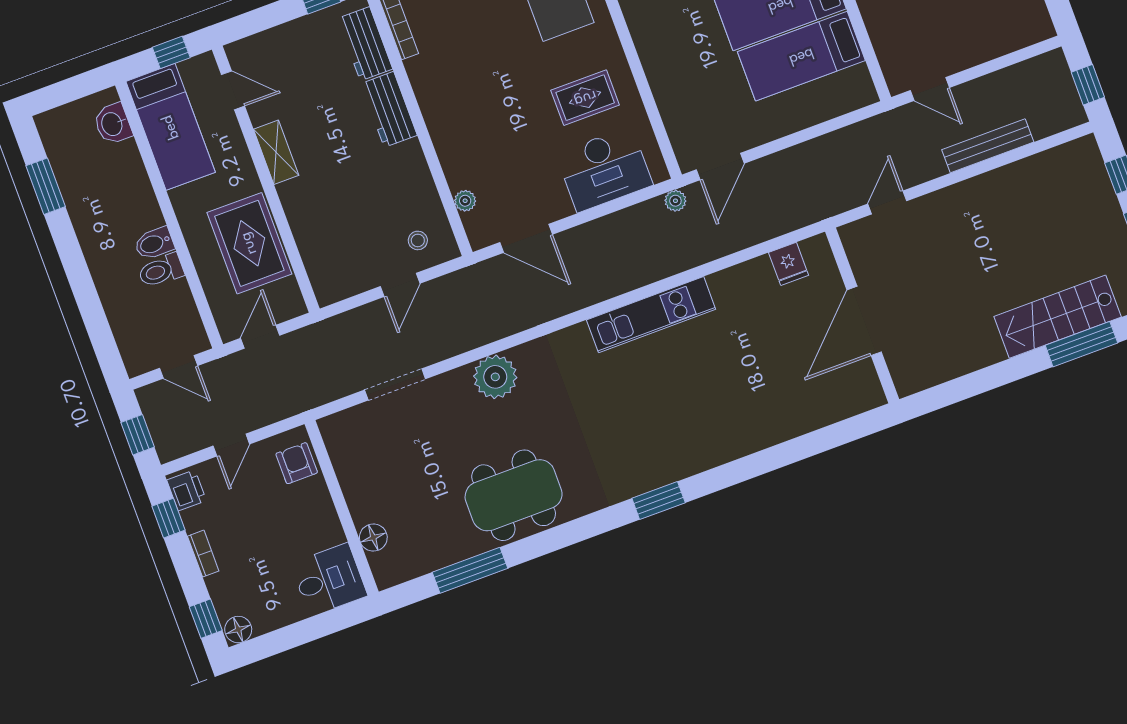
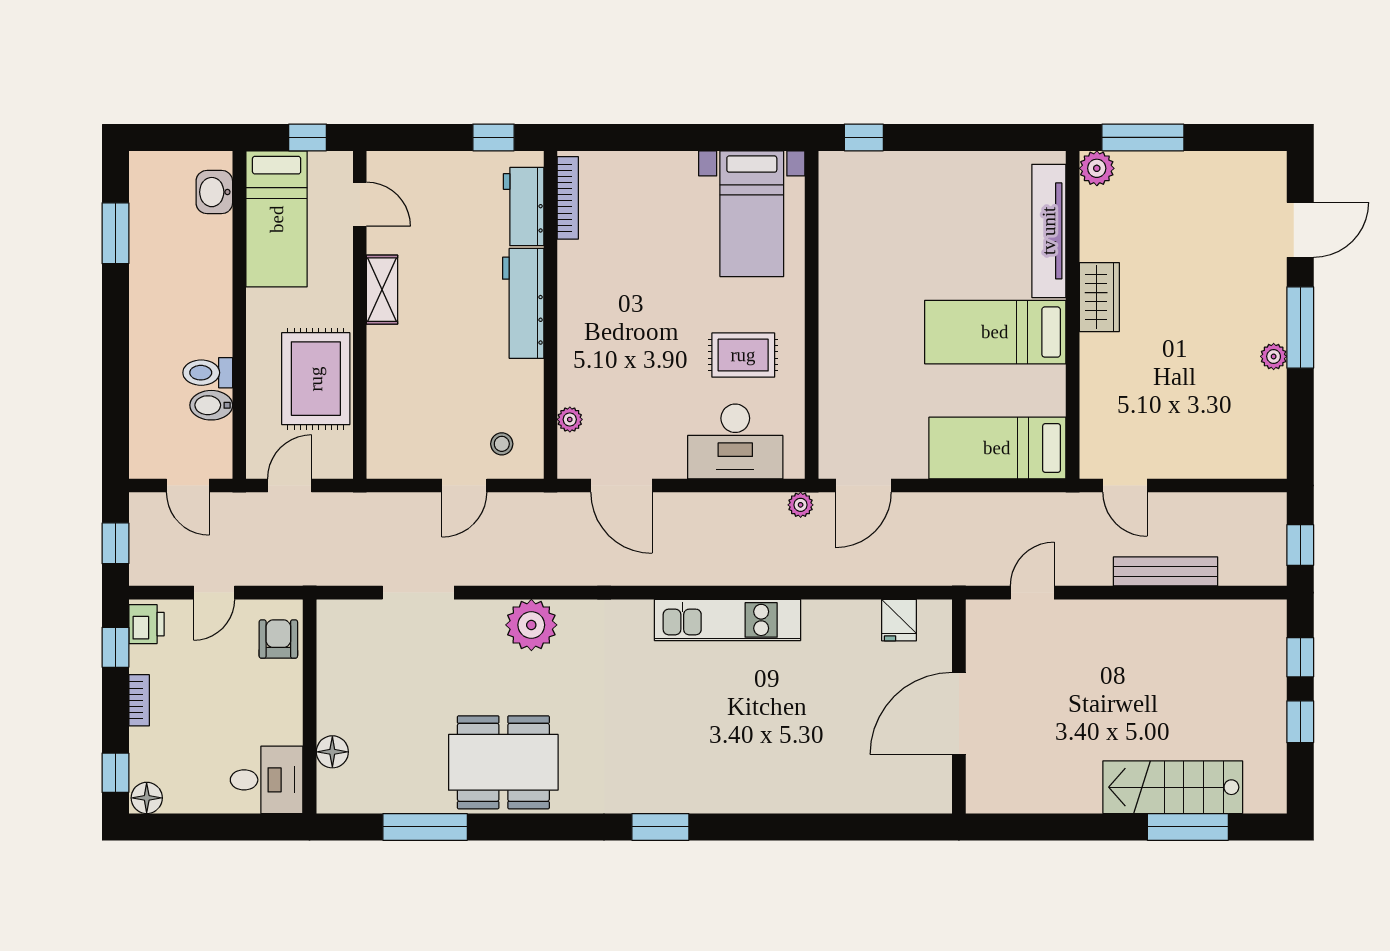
bed: (801, 56) -> (997, 448), moved
workbench: (389, 109) -> (523, 303), width x1.37
bidet: (154, 243) -> (211, 405), moved

